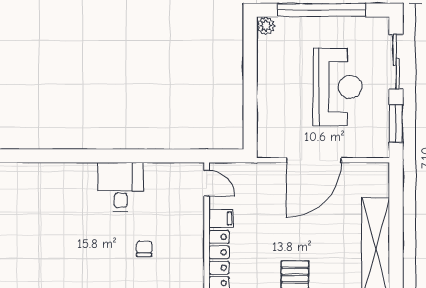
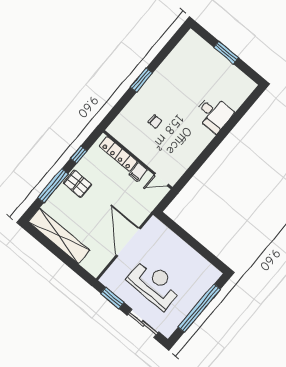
plant: (266, 26) -> (215, 274), removed
reception desk: (337, 87) -> (155, 284), turned 180
desk: (121, 187) -> (214, 114), moved

